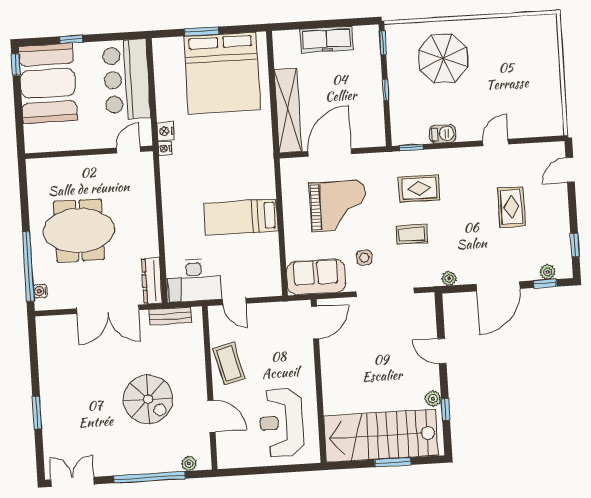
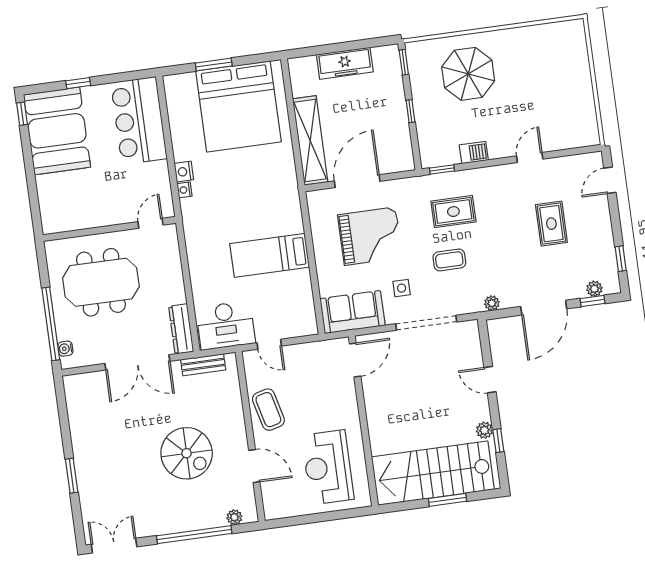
door: (128, 150) -> (150, 223), moved
wall: (89, 152) -> (109, 229), moved

